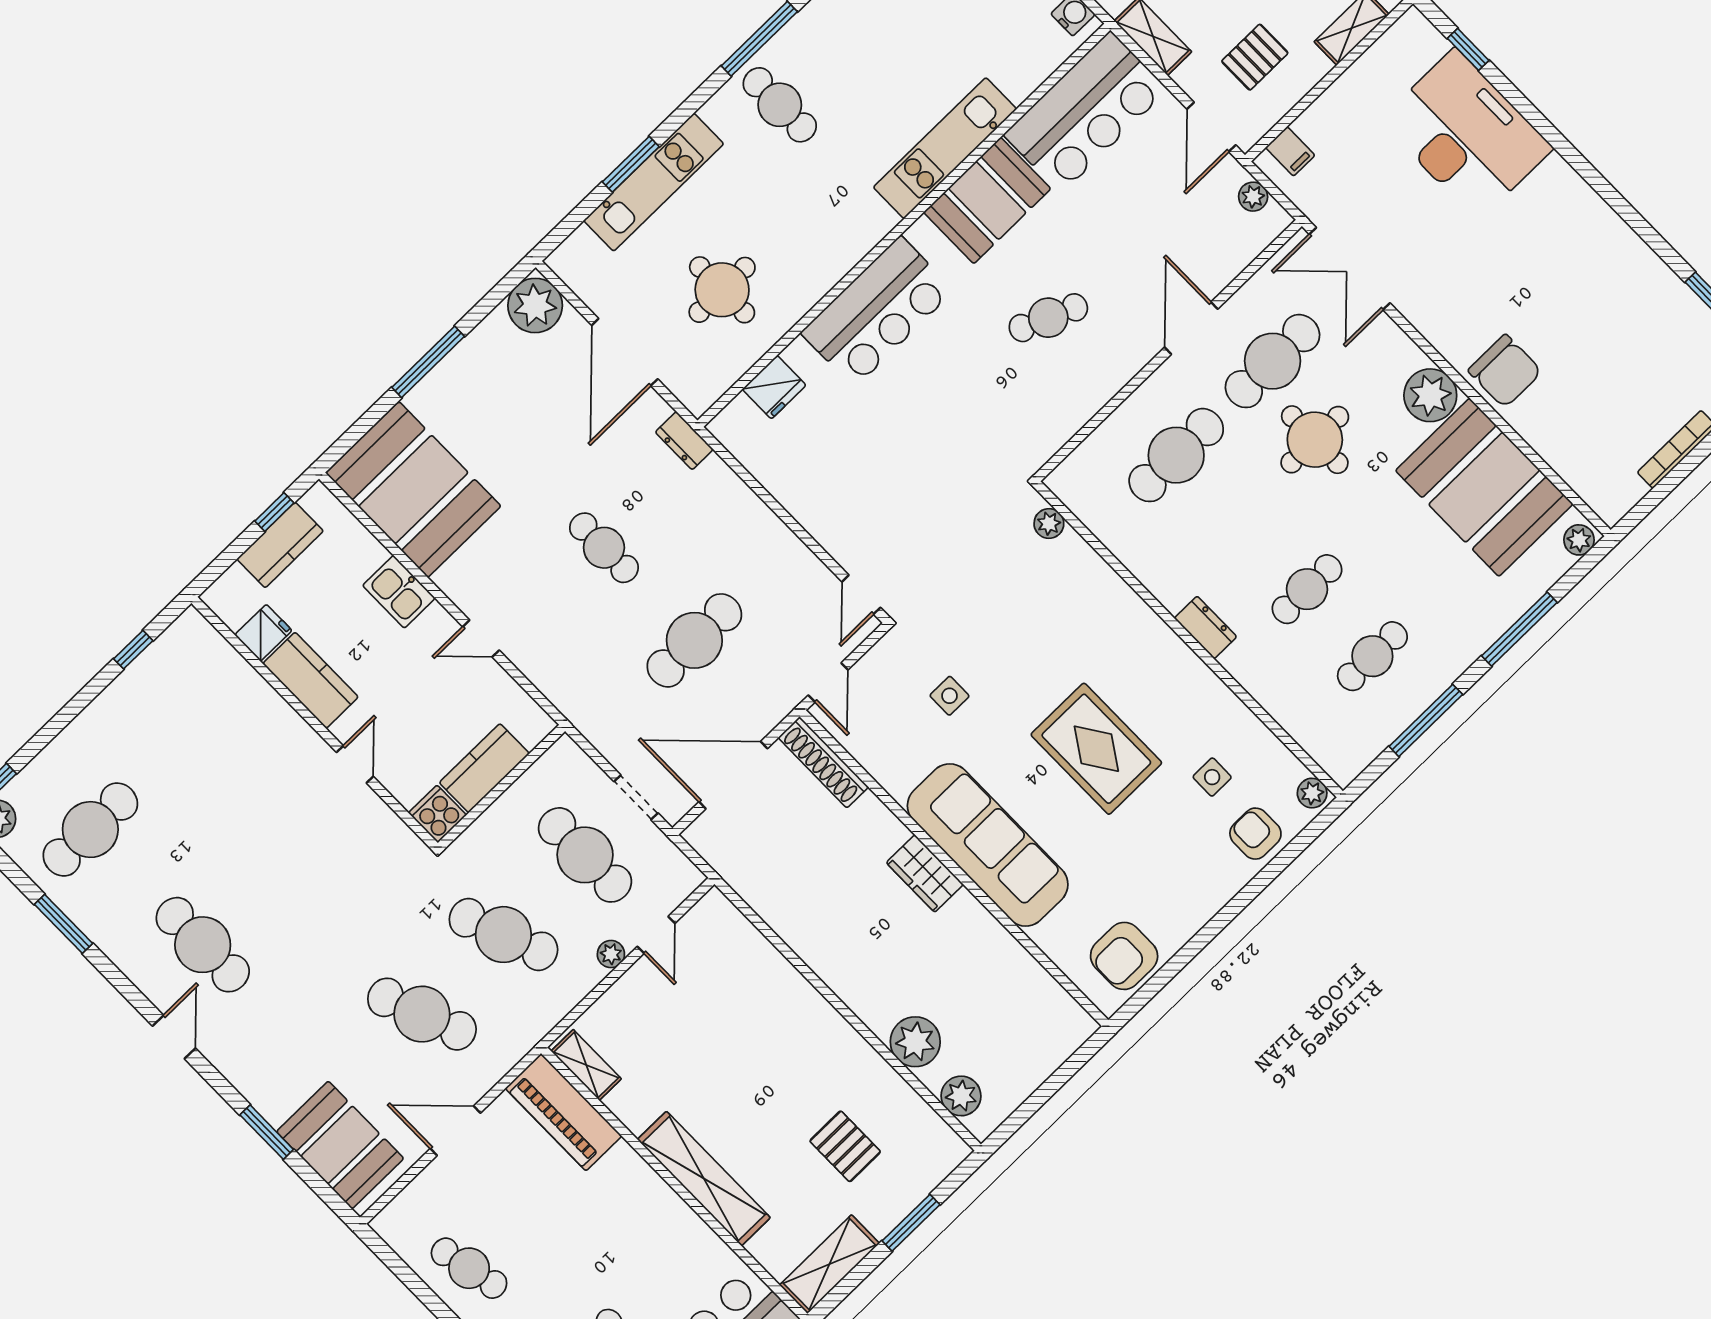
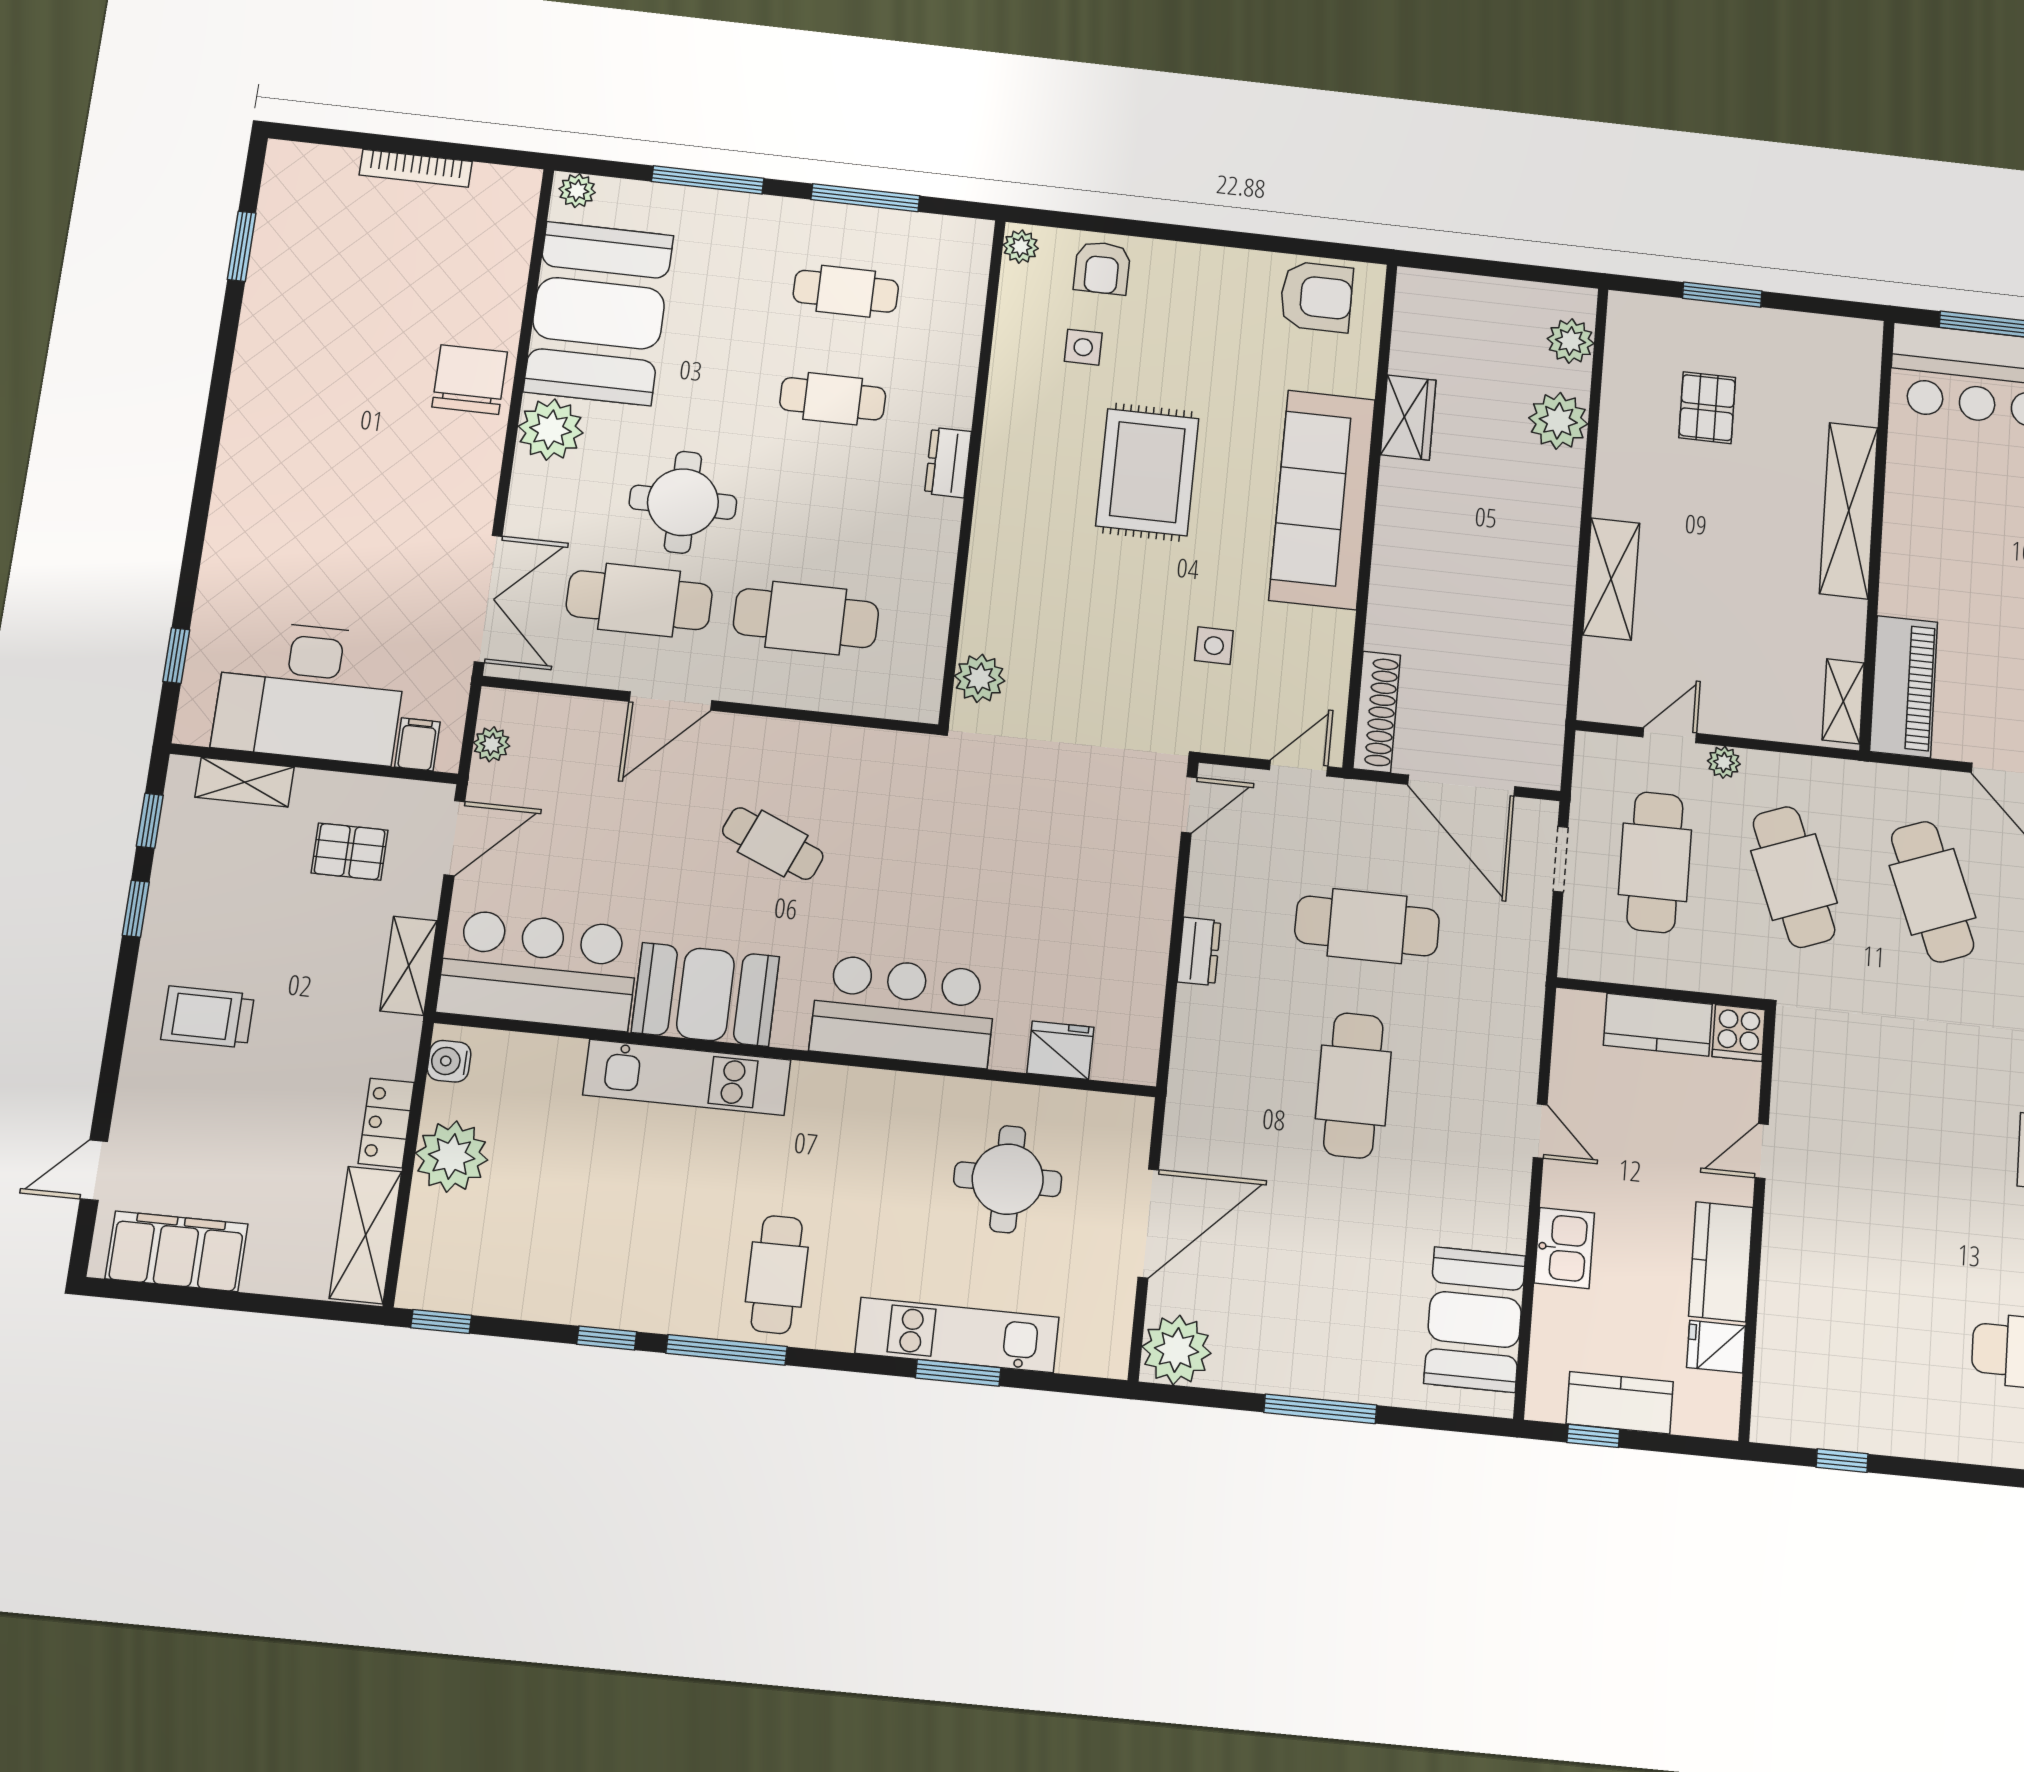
desk: (1466, 134) -> (310, 692), moved, turned -90
dresser: (684, 441) -> (1199, 951), moved
booth: (413, 490) -> (1475, 1319), width x0.73, depth x0.70
plant: (1049, 524) -> (980, 678), width x1.38, depth x1.38
cafe table: (604, 548) -> (1353, 1085), width x1.37, depth x1.35
wardrobe: (925, 873) -> (1408, 417), moved
shelving: (829, 1264) -> (1611, 579), moved, turned 90

